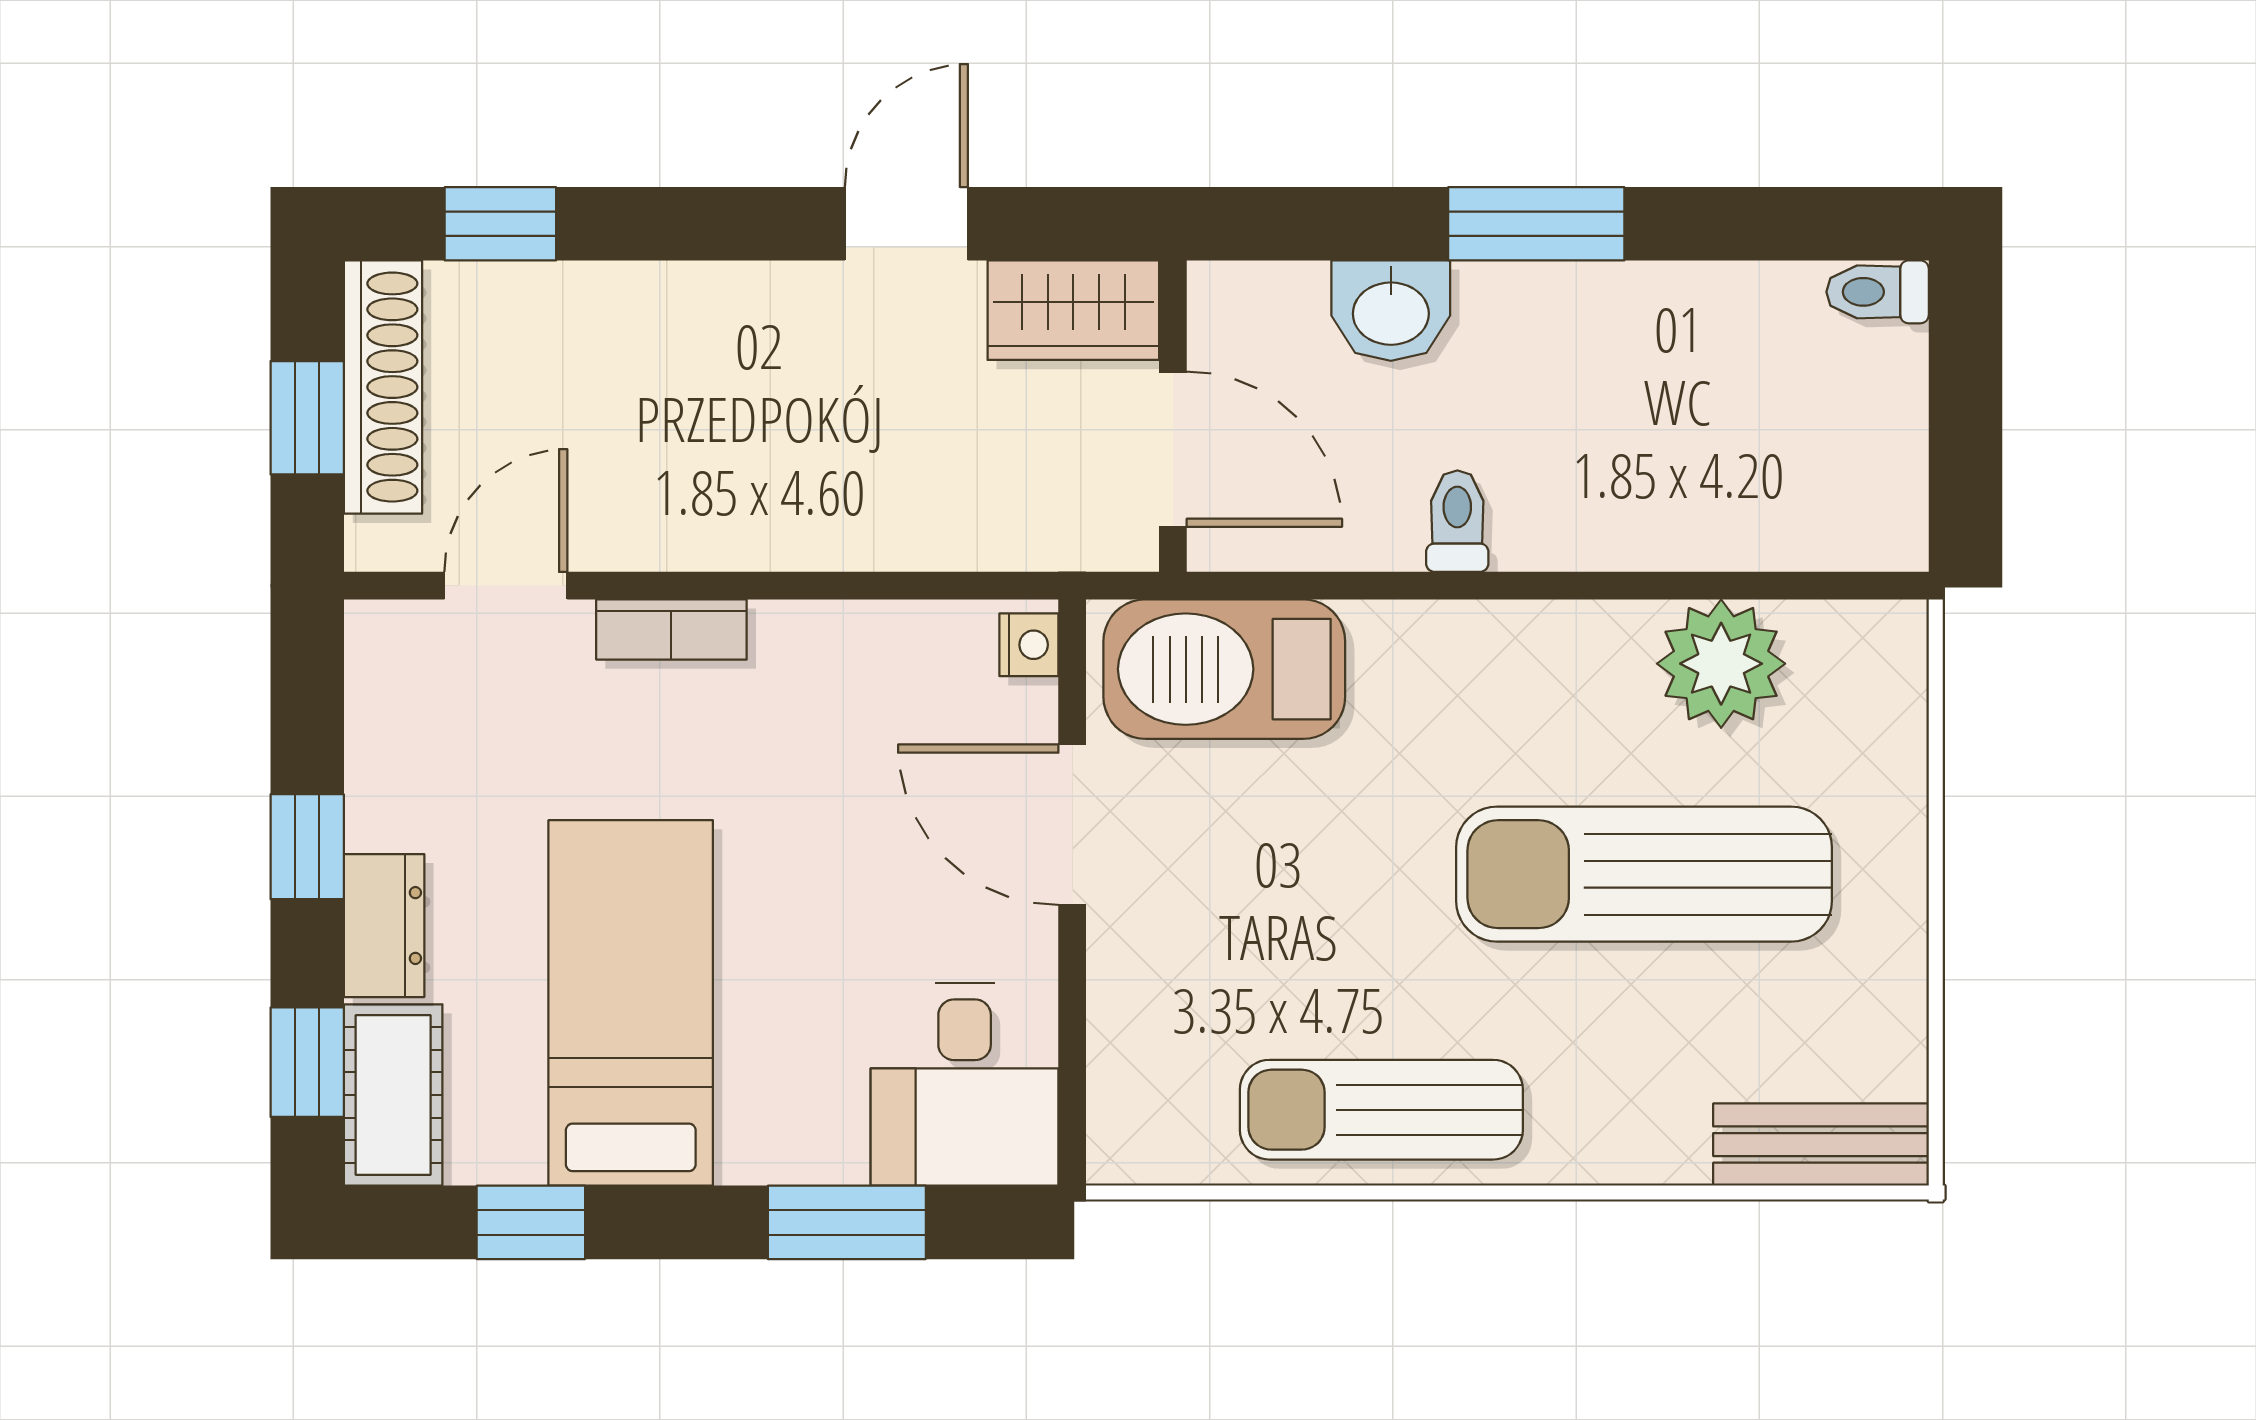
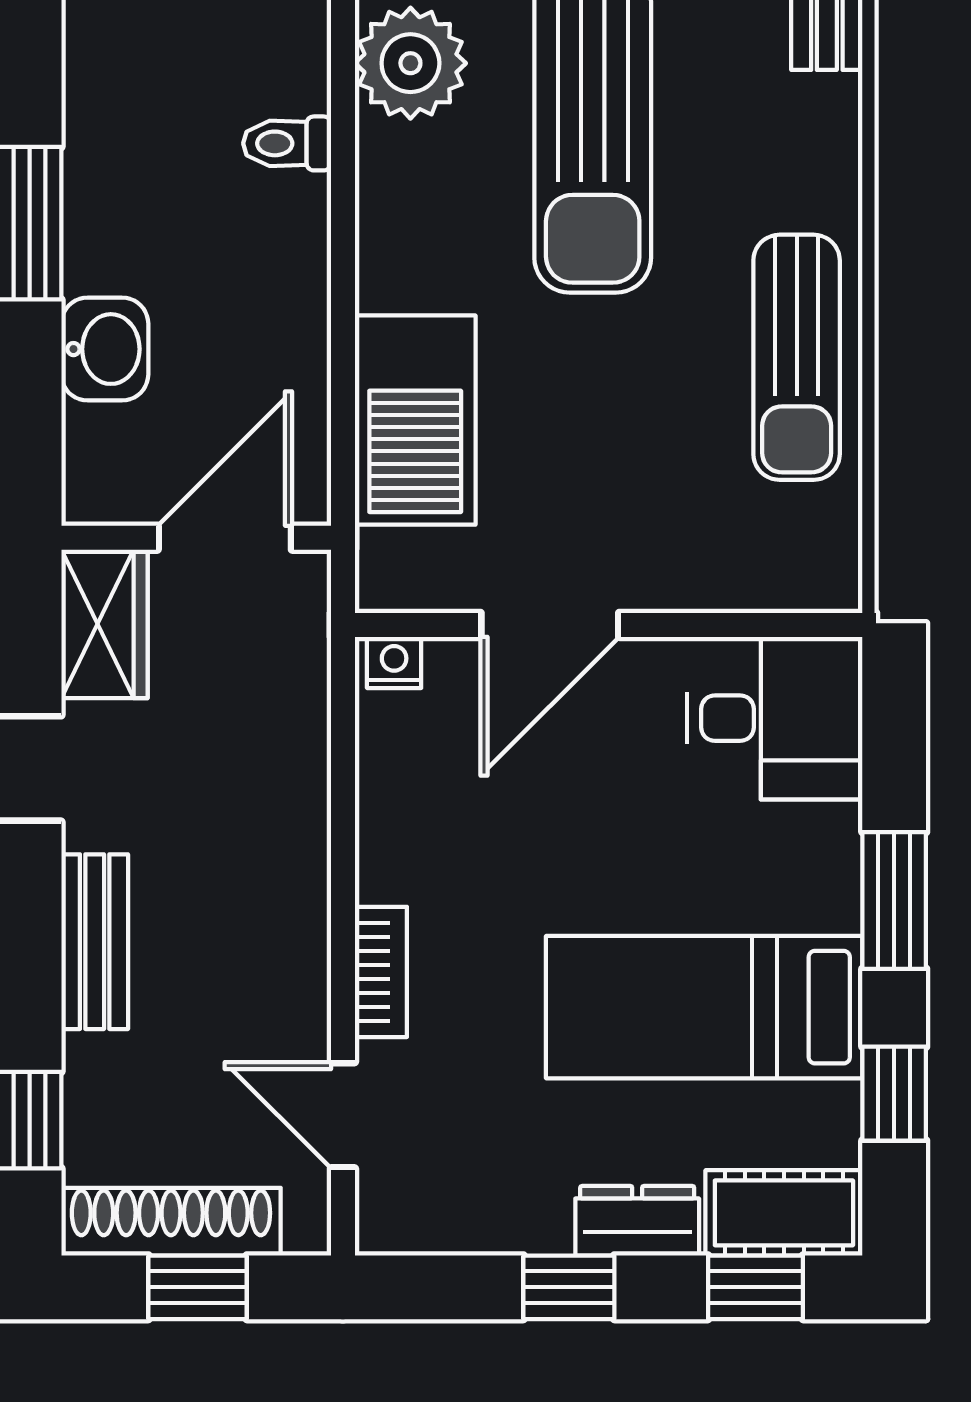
bench: (706, 299) -> (95, 942), added
toilet: (1457, 521) -> (287, 143), moved
barbecue: (1224, 669) -> (415, 420), moved
window: (847, 1222) -> (894, 900), moved

